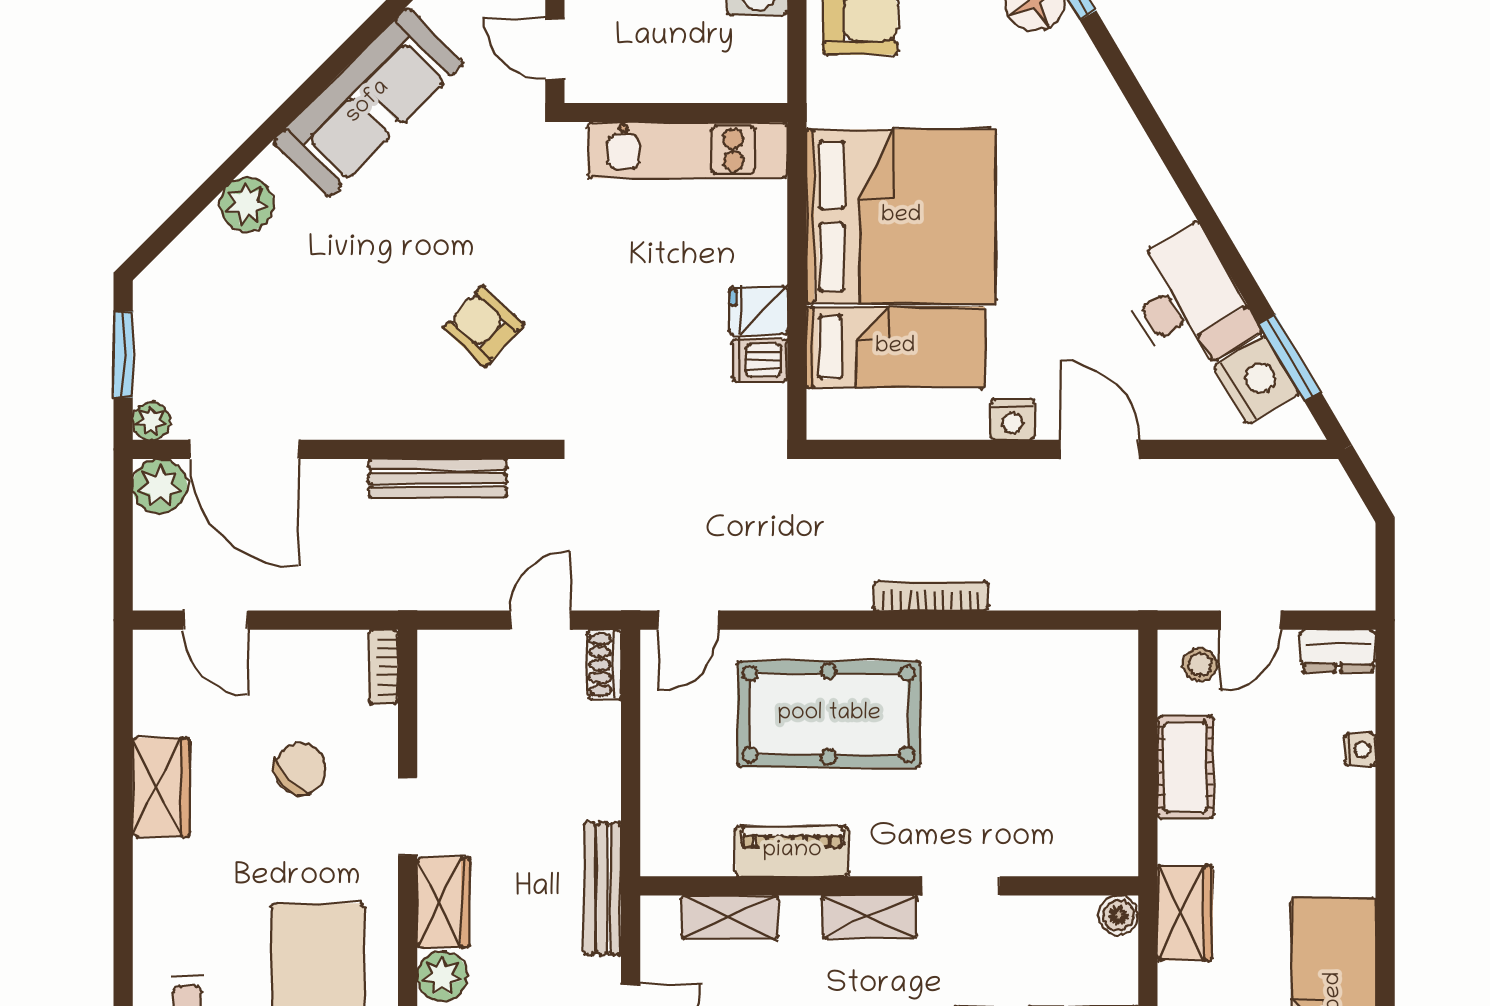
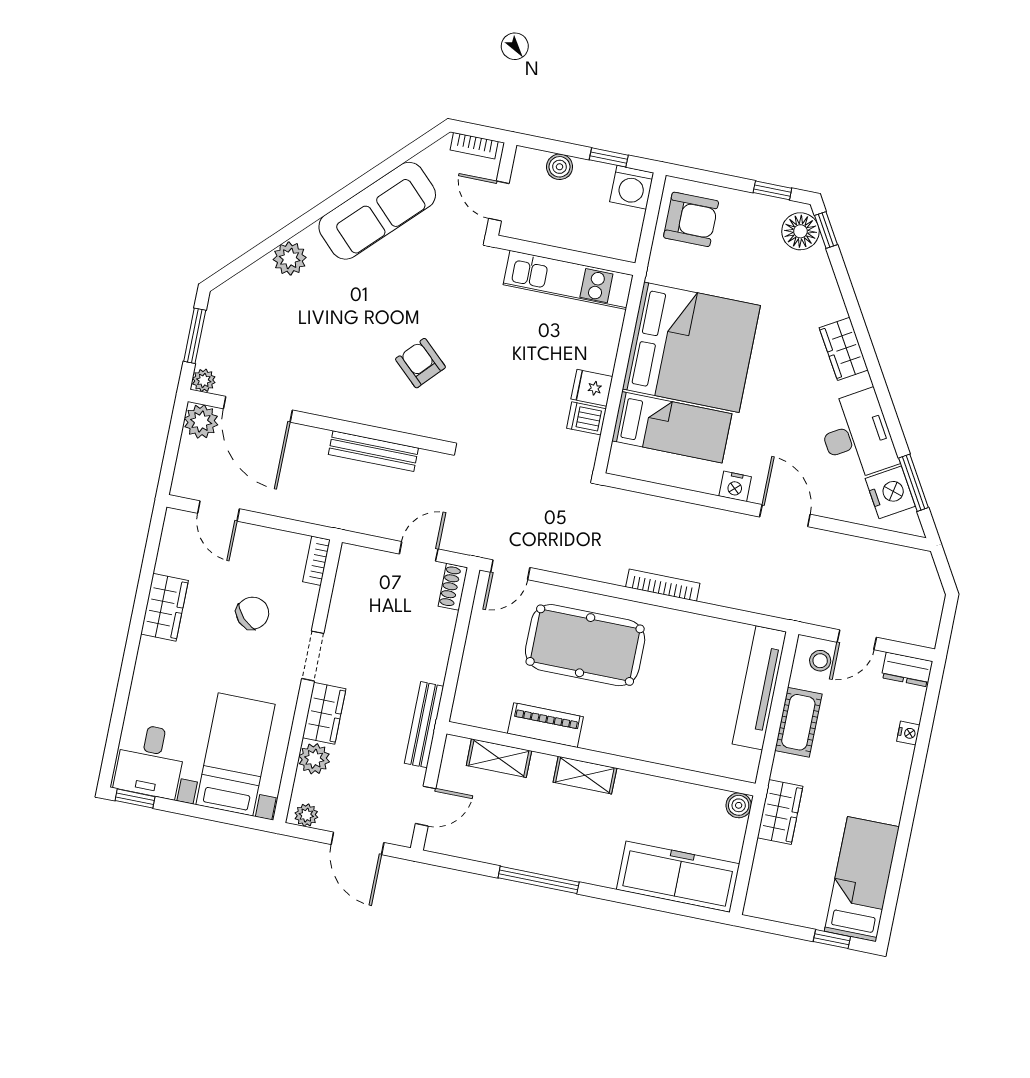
wardrobe: (1139, 171) -> (844, 349), added
tv unit: (1114, 726) -> (759, 688), added
doorway: (961, 886) -> (645, 768), removed

